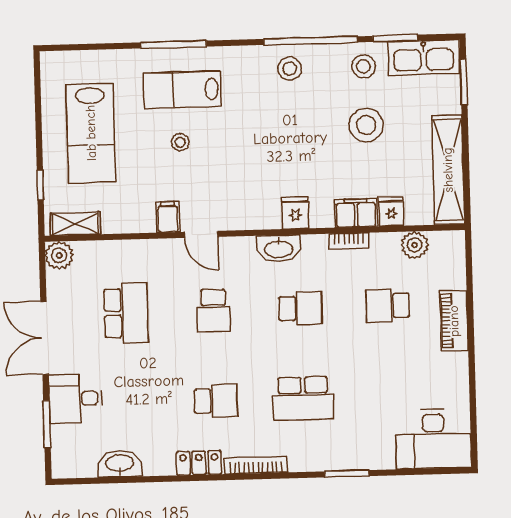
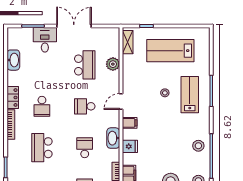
filing cabinet: (168, 217) -> (130, 123), moved
plant: (59, 255) -> (113, 64), moved
school desk: (301, 308) -> (85, 148), turned 180
school desk: (126, 313) -> (85, 65), turned -90

